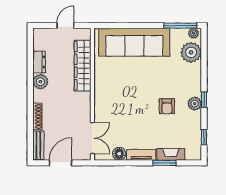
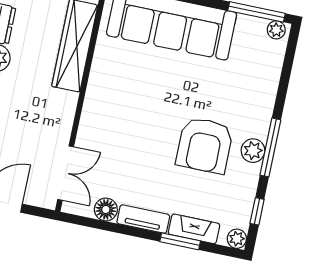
plant: (191, 52) -> (237, 239), moved, width x0.53, depth x0.53
window: (204, 100) -> (270, 147), width x2.17
armchair: (167, 106) -> (205, 145), width x1.88, depth x1.88

